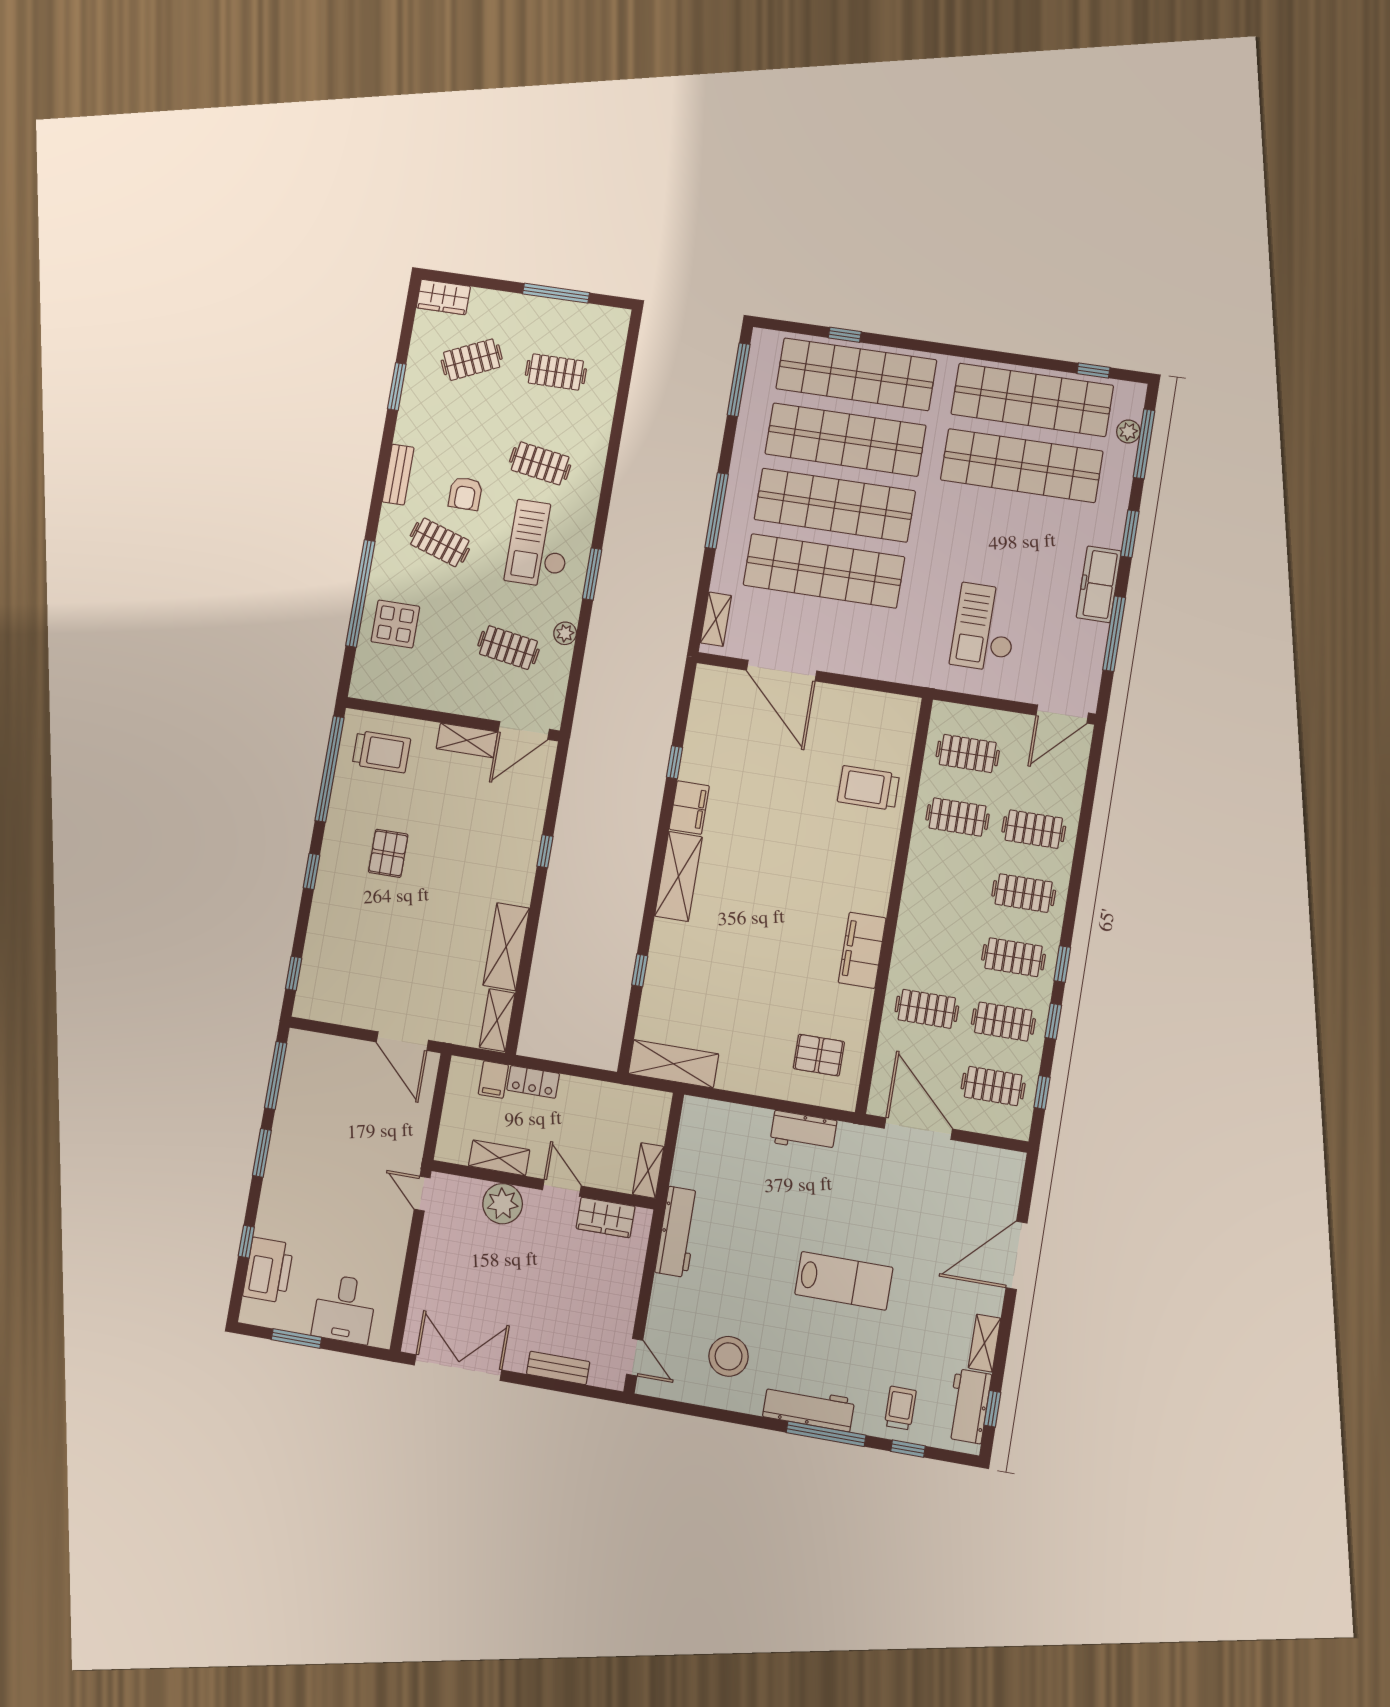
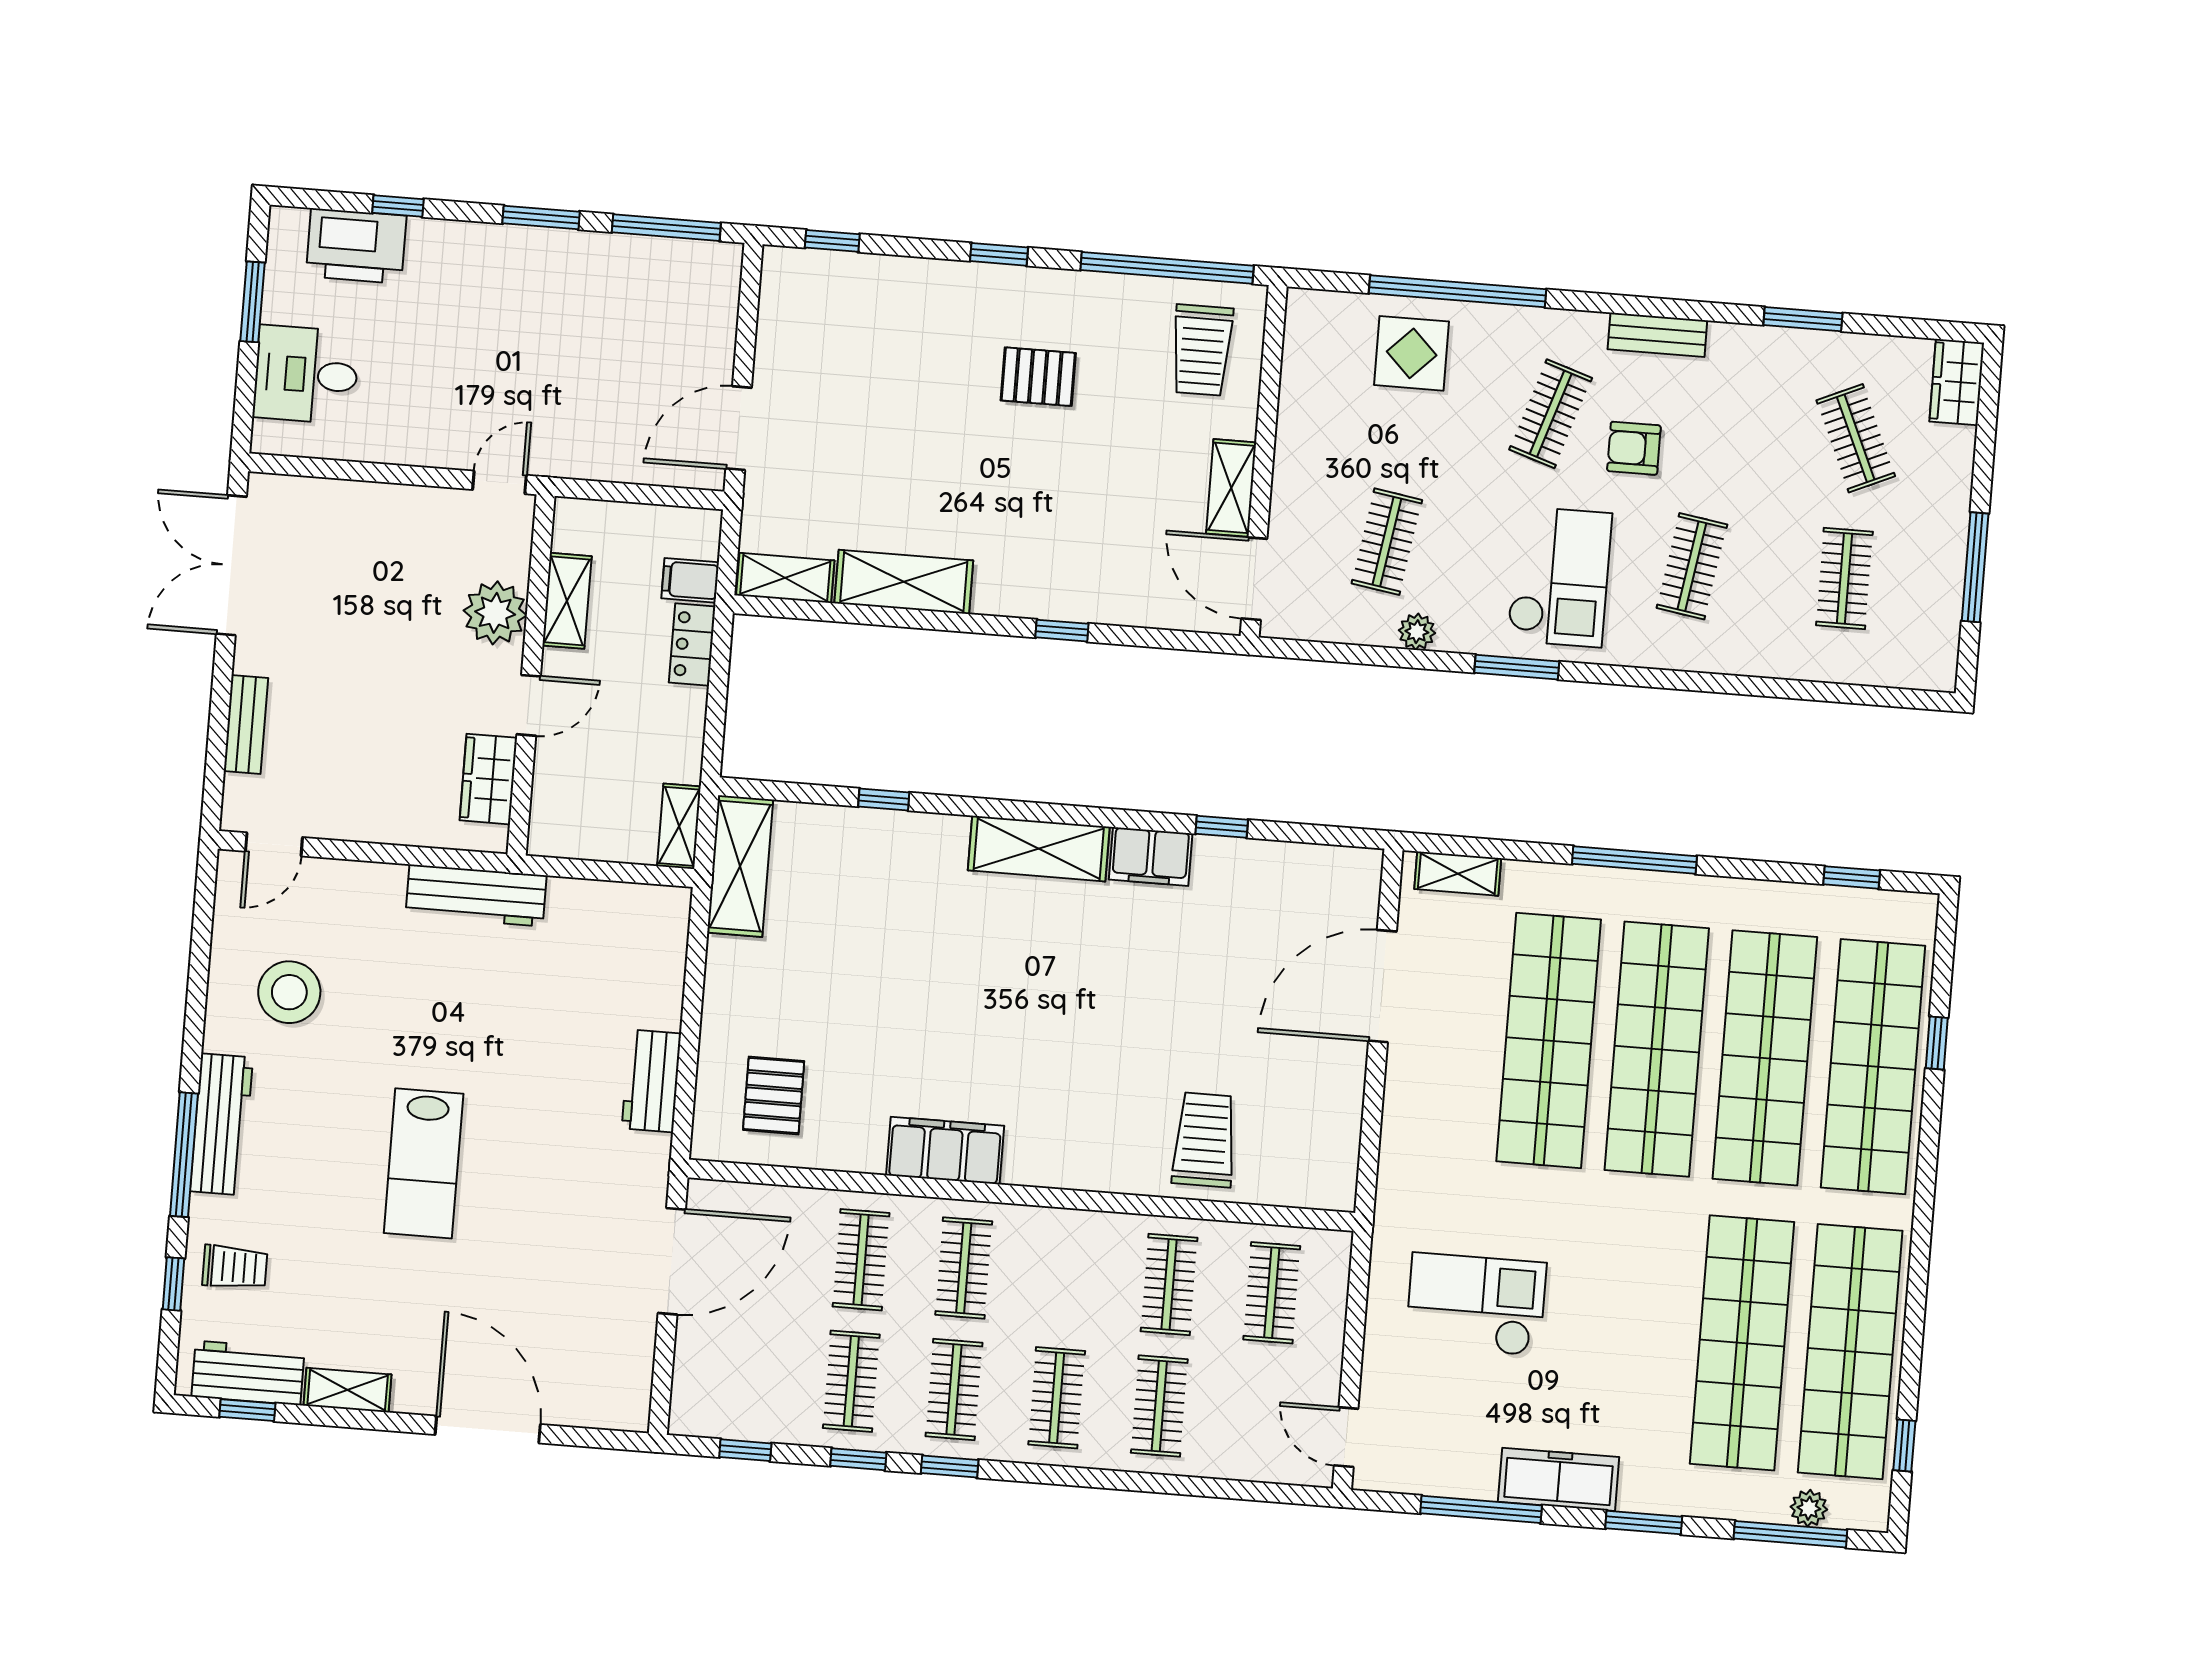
window: (739, 380) -> (1852, 877), width x0.46
checkout: (539, 544) -> (1560, 577), turned 90
door: (1062, 714) -> (1346, 1437), width x0.73
clothes rail: (993, 1086) -> (964, 1268), moved
shelving: (648, 1170) -> (679, 826), moved, turned 90
double door: (458, 1368) -> (231, 565), swing flipped

